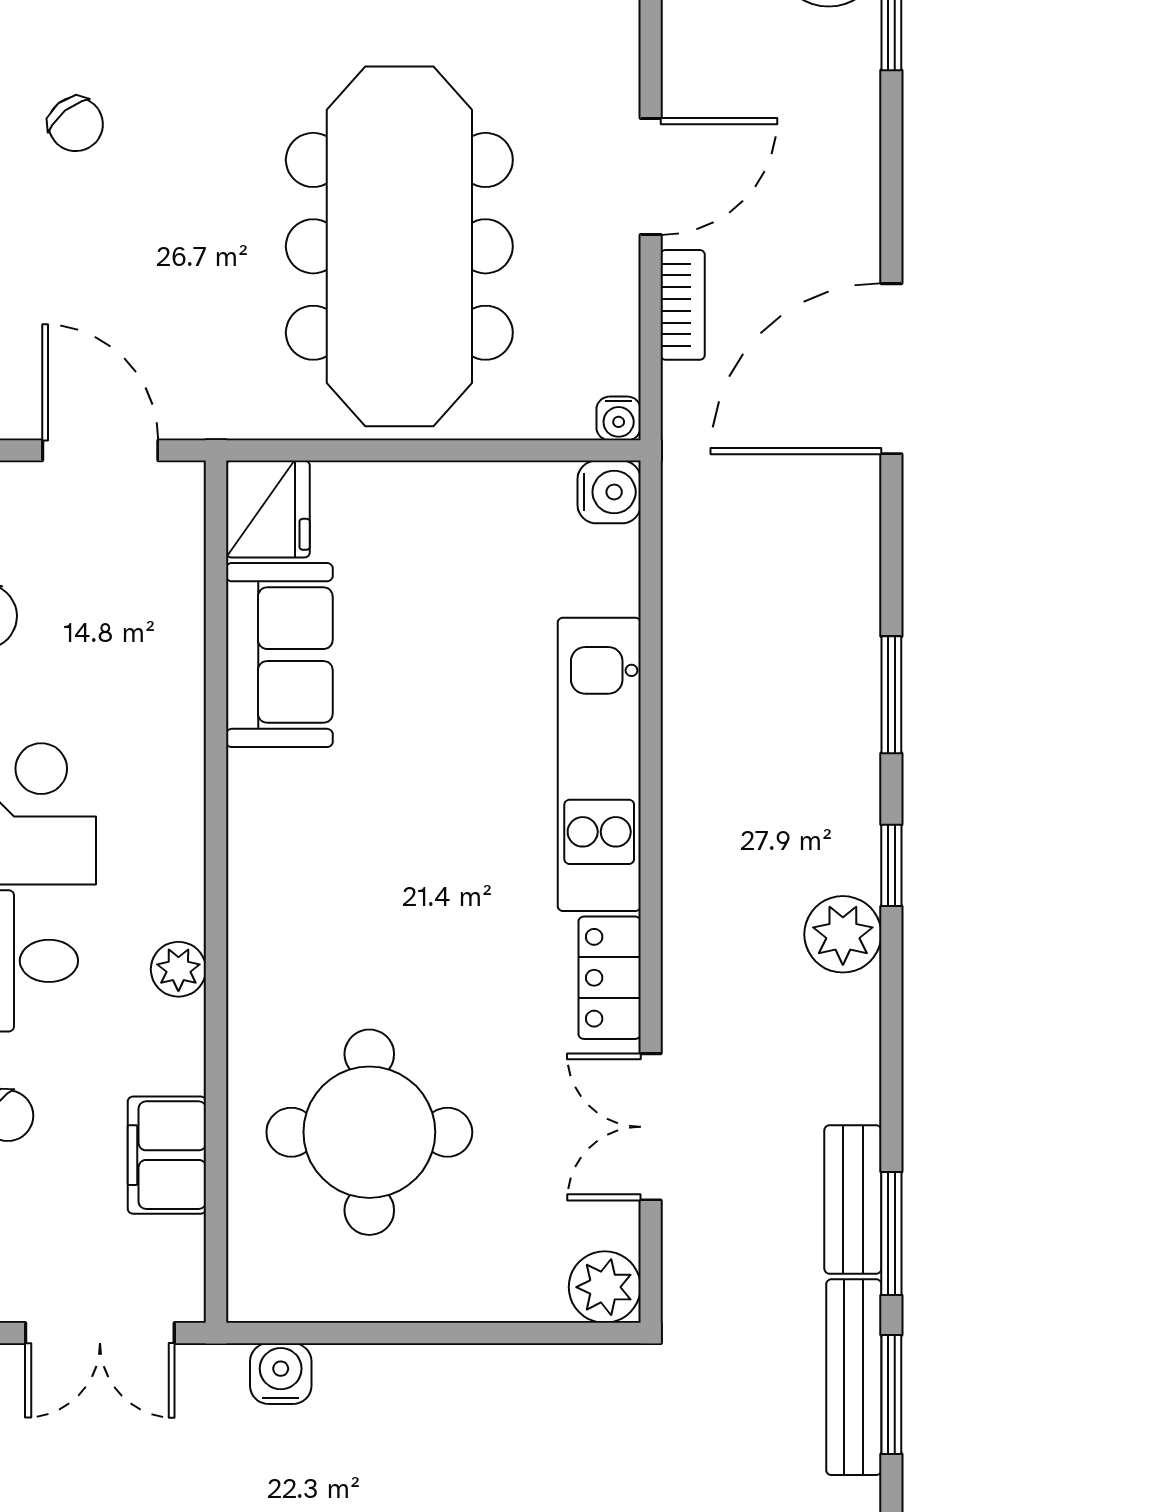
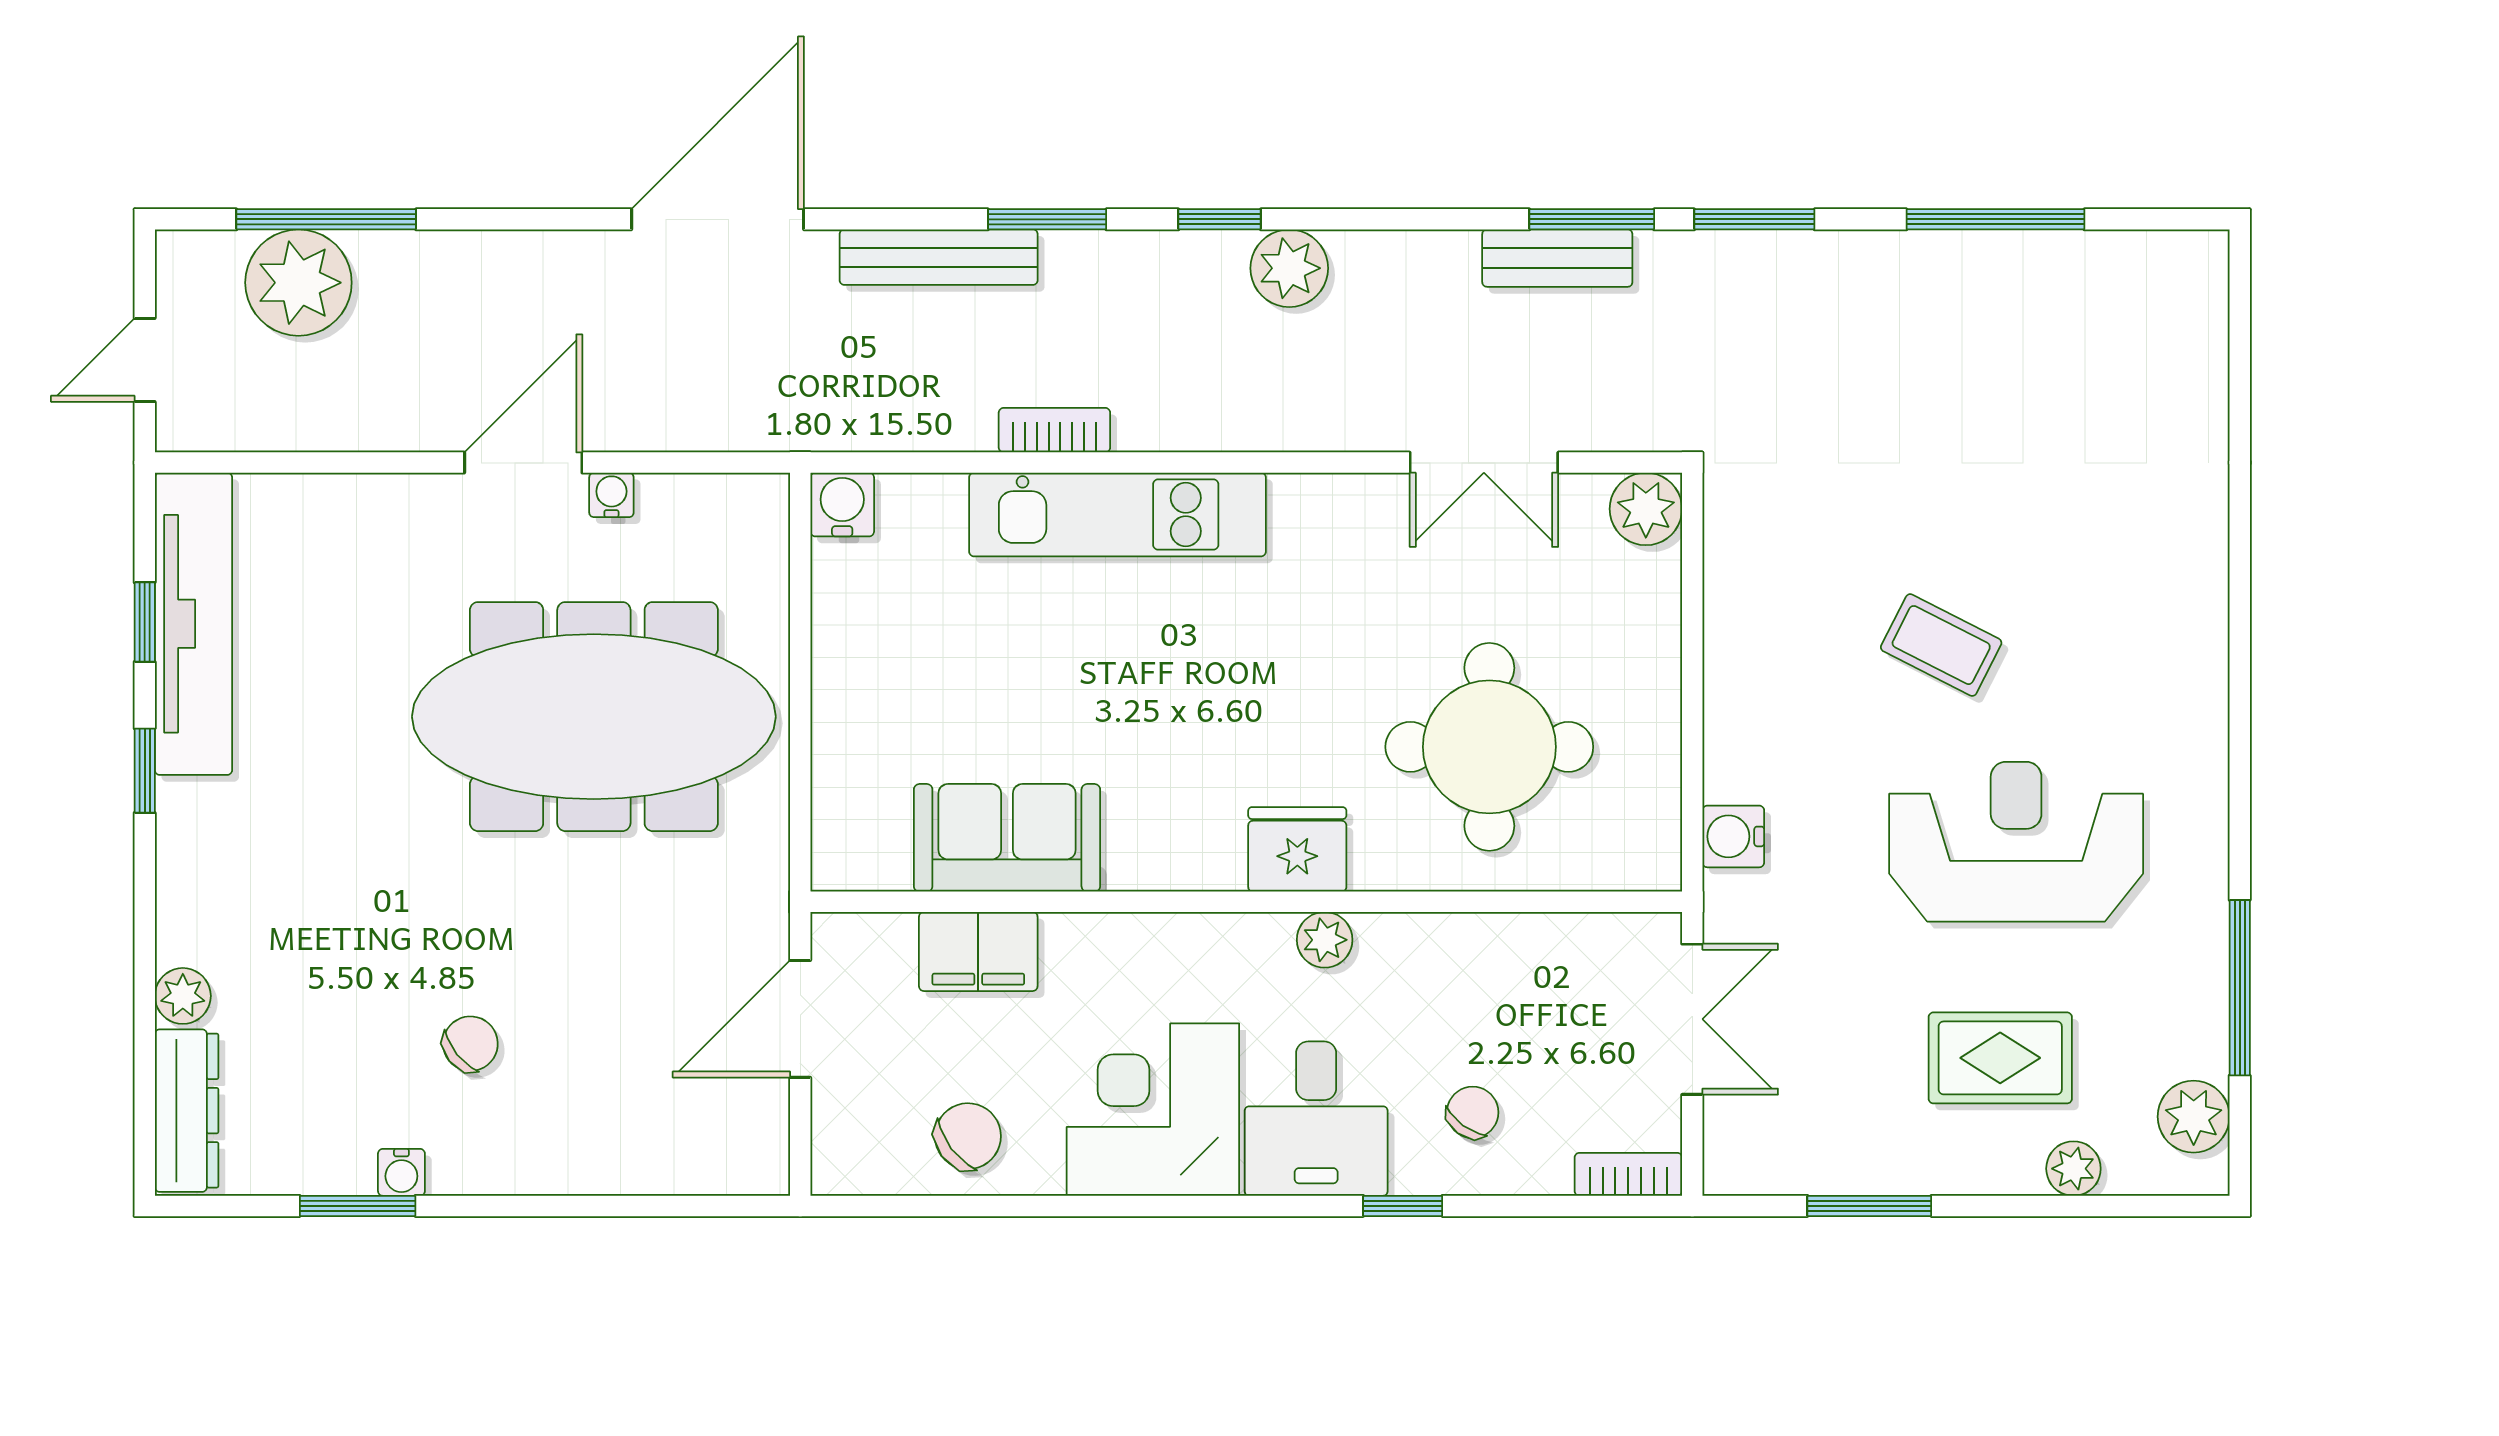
door: (651, 177) -> (523, 463), hinge flipped
bookcase: (683, 305) -> (1054, 430), moved
door: (891, 369) -> (718, 219), swing flipped
water cooler: (619, 418) -> (611, 495), moved, turned -90
fridge: (268, 509) -> (1297, 849), moved
locker: (610, 978) -> (1333, 504), removed
filing cabinet: (167, 1155) -> (978, 951), moved
bench: (854, 1377) -> (939, 257), moved

